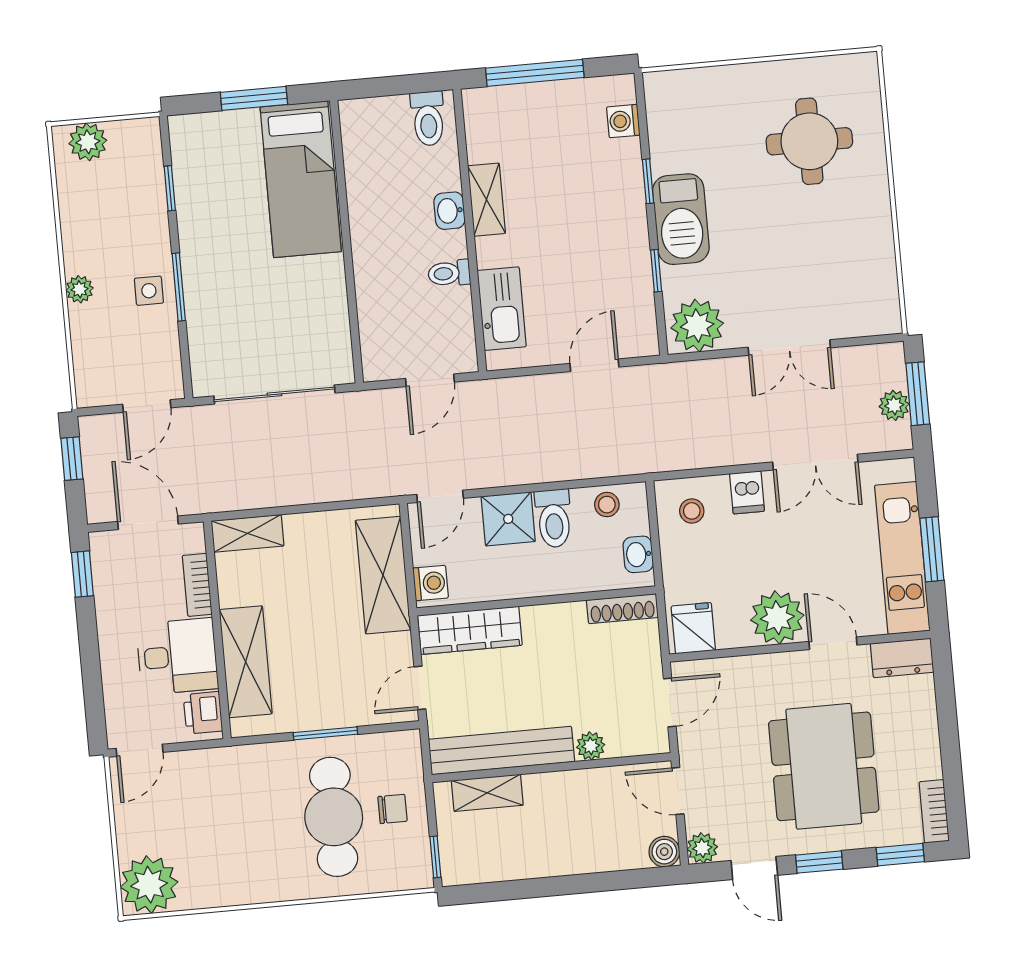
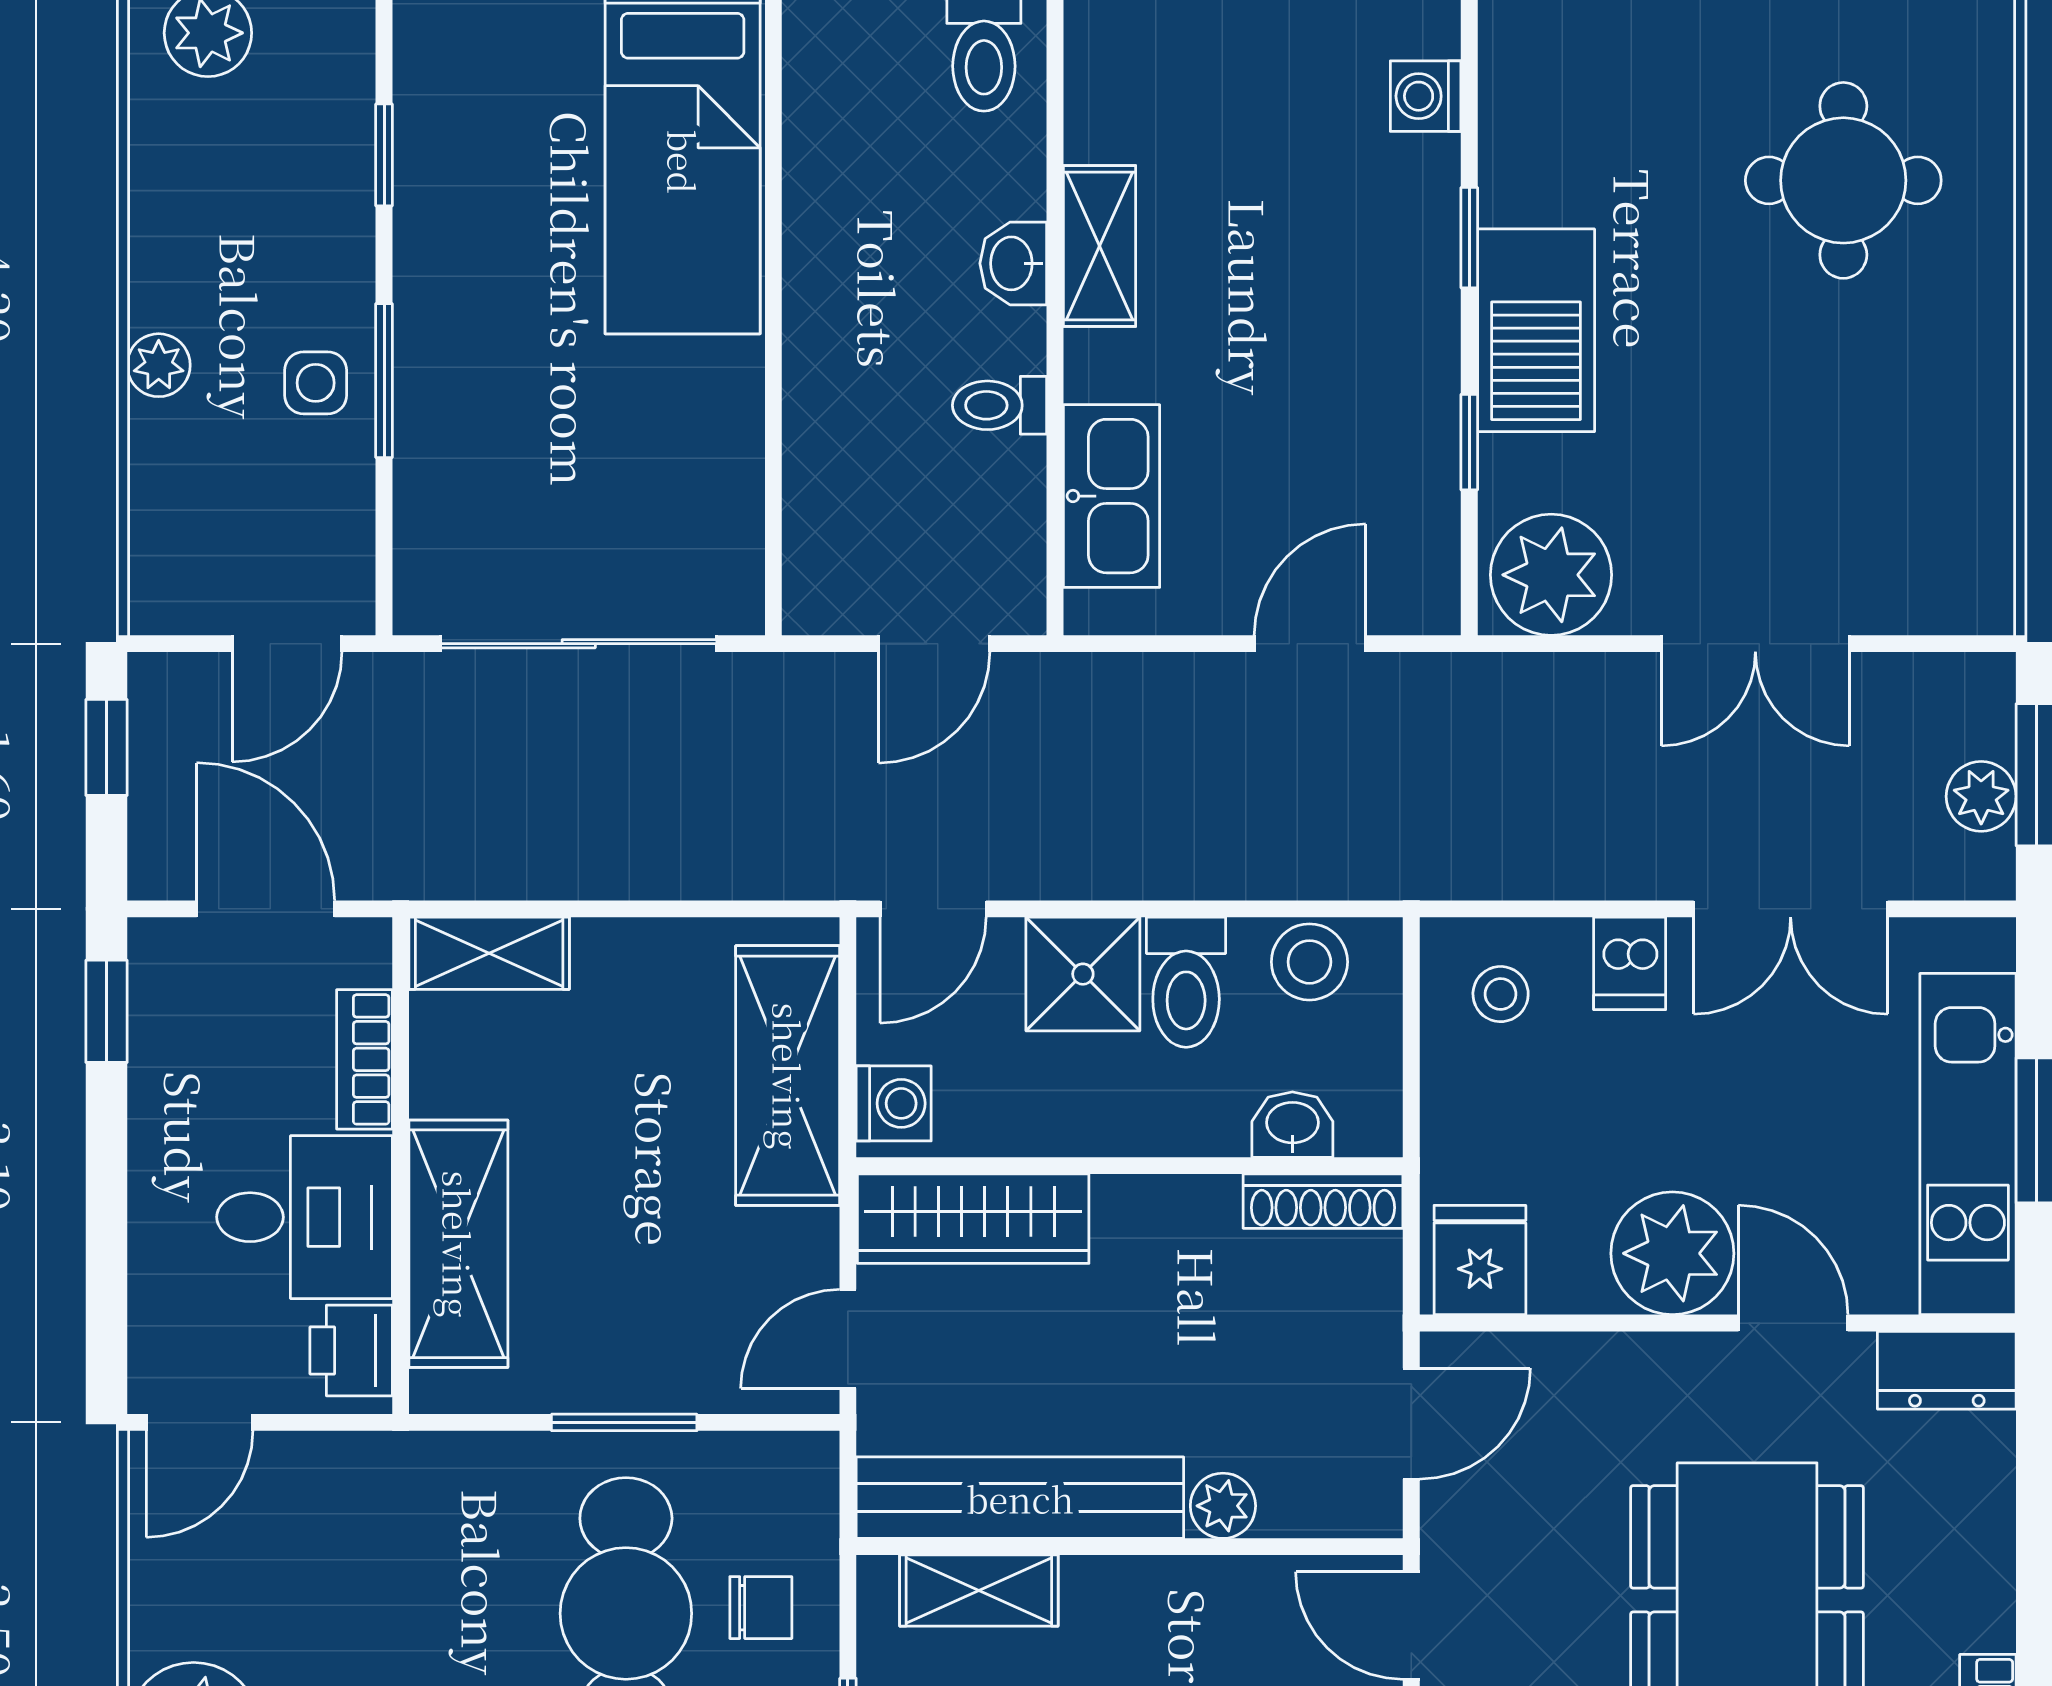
stool: (607, 505) -> (1309, 962), width x1.37, depth x1.37
washbasin: (638, 554) -> (1292, 1125), moved, turned 90

